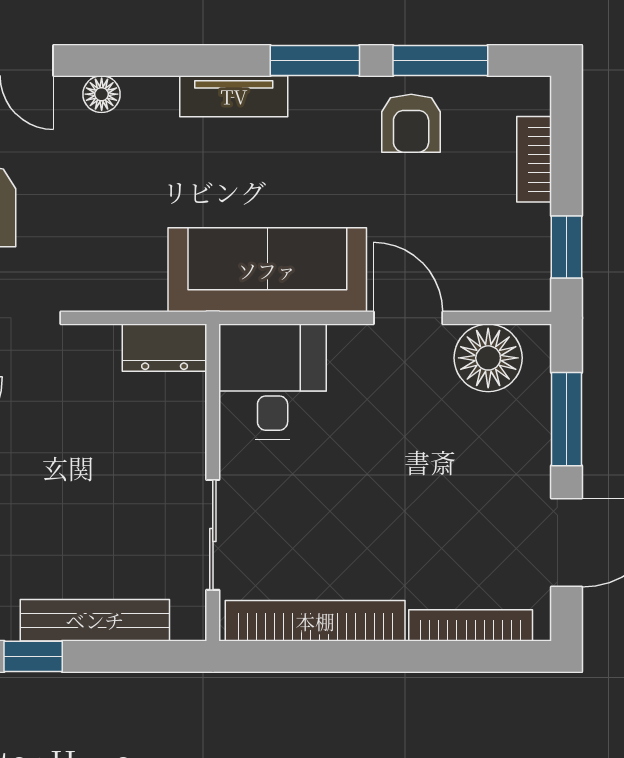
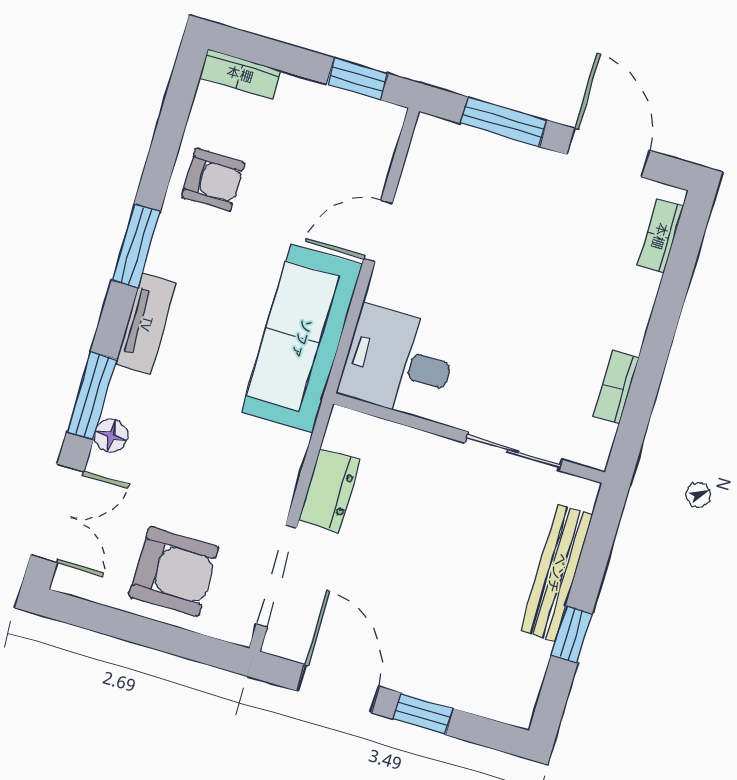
window: (440, 61) -> (92, 395), moved
bookcase: (534, 159) -> (240, 74), moved
dresser: (165, 348) -> (329, 490), moved
floor lamp: (488, 358) -> (432, 173), removed
bookcase: (315, 621) -> (616, 387), width x0.43, depth x0.76
bookcase: (471, 625) -> (660, 236), width x0.64

